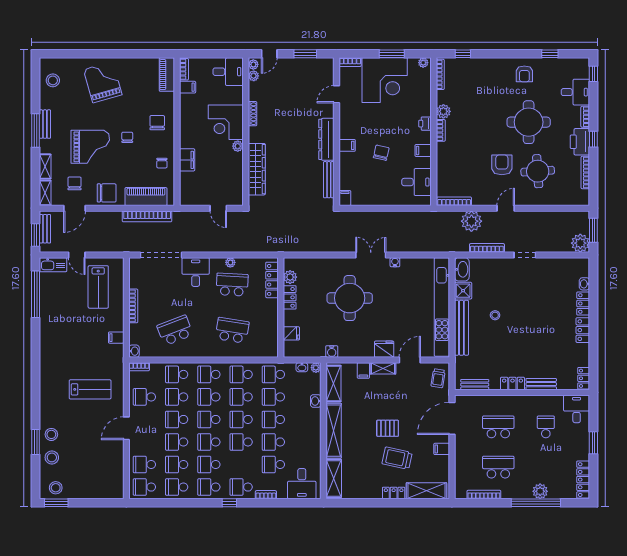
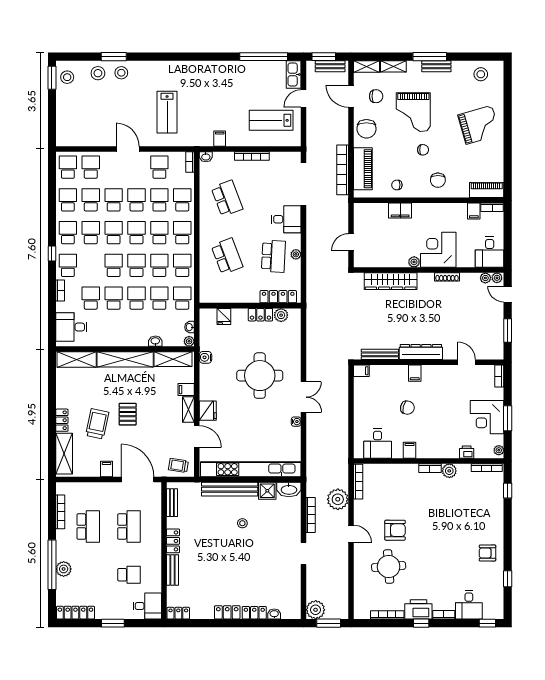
corner desk: (385, 80) -> (487, 417), width x0.74, depth x0.74
round table: (529, 122) -> (438, 557), removed
chair: (157, 123) -> (438, 180), turned 90
printer: (425, 124) -> (467, 452), moved
school desk: (232, 330) -> (227, 256), turned -30

